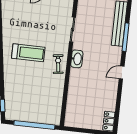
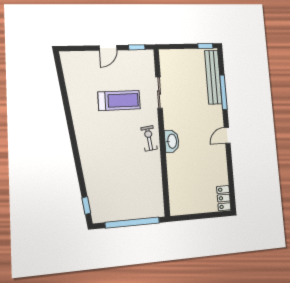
treadmill: (28, 53) -> (119, 100), moved
washbasin: (77, 59) -> (172, 141), moved

